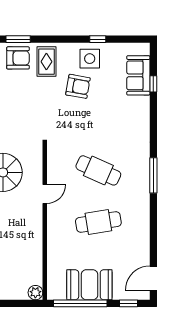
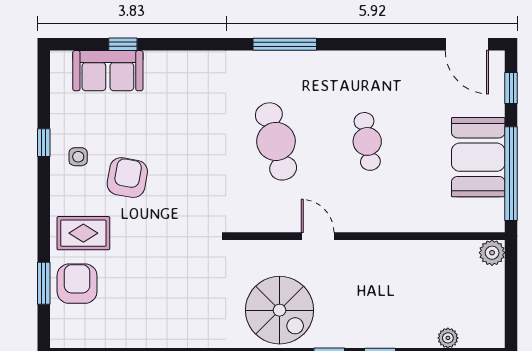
side table: (90, 59) -> (78, 157), width x0.54, depth x0.54
cafe table: (98, 170) -> (276, 141), turned -39
cafe table: (98, 222) -> (367, 141), width x0.73, depth x0.74

